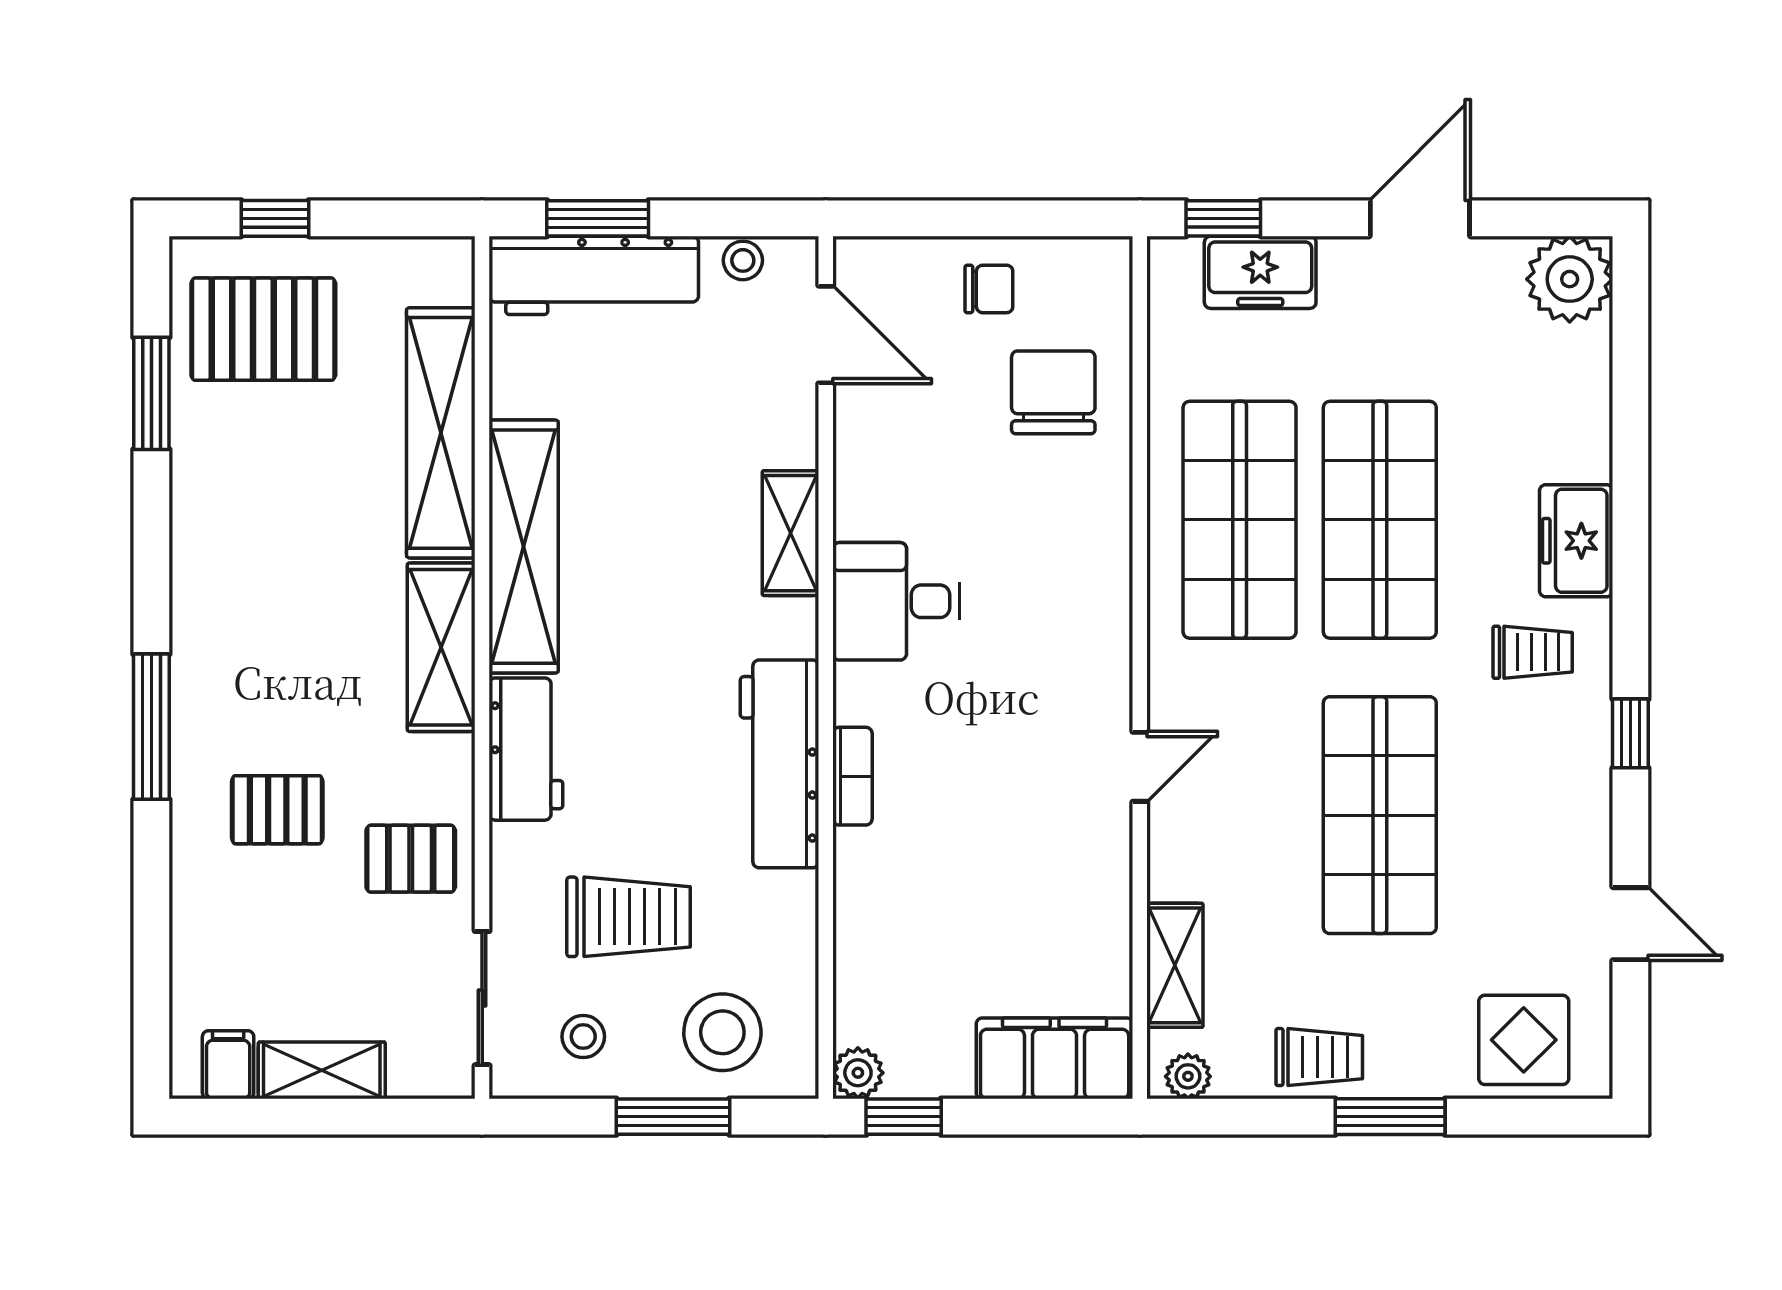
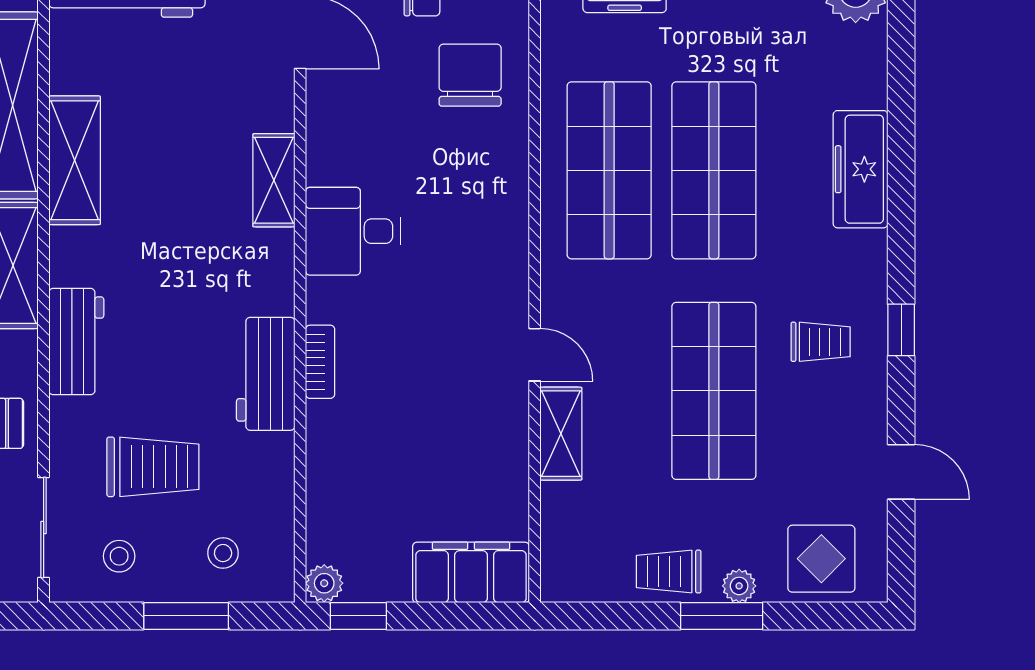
freezer: (1576, 541) -> (861, 169), width x1.40
shelving: (524, 547) -> (75, 160), width x0.68
trolley: (1533, 652) -> (821, 342), moved
workbench: (780, 764) -> (266, 374), width x0.73
door: (1140, 767) -> (535, 355), hinge flipped
shelving: (1175, 965) -> (561, 434), moved
stool: (722, 1032) -> (223, 553), width x0.53, depth x0.53
trolley: (1319, 1057) -> (669, 572), turned 180
plant: (1188, 1076) -> (739, 586), moved

